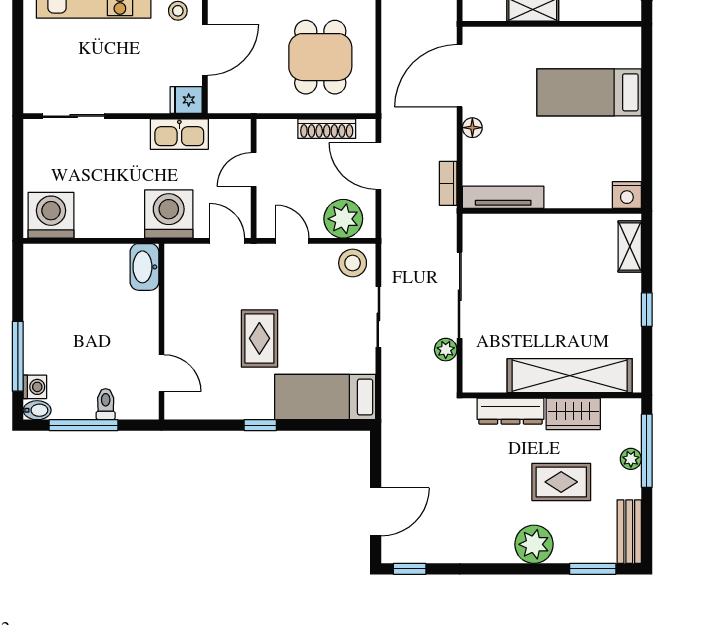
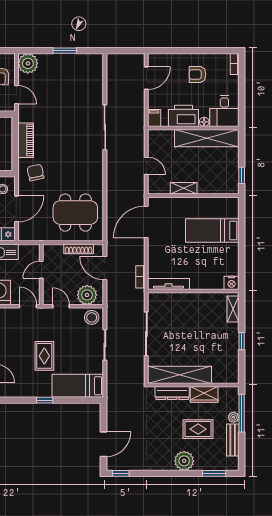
dining table: (320, 57) -> (75, 213), width x1.38
floor lamp: (472, 128) -> (153, 249), removed
plant: (446, 350) -> (139, 362), removed
shelving: (570, 376) -> (180, 375), moved
bench: (629, 532) -> (233, 440), moved

